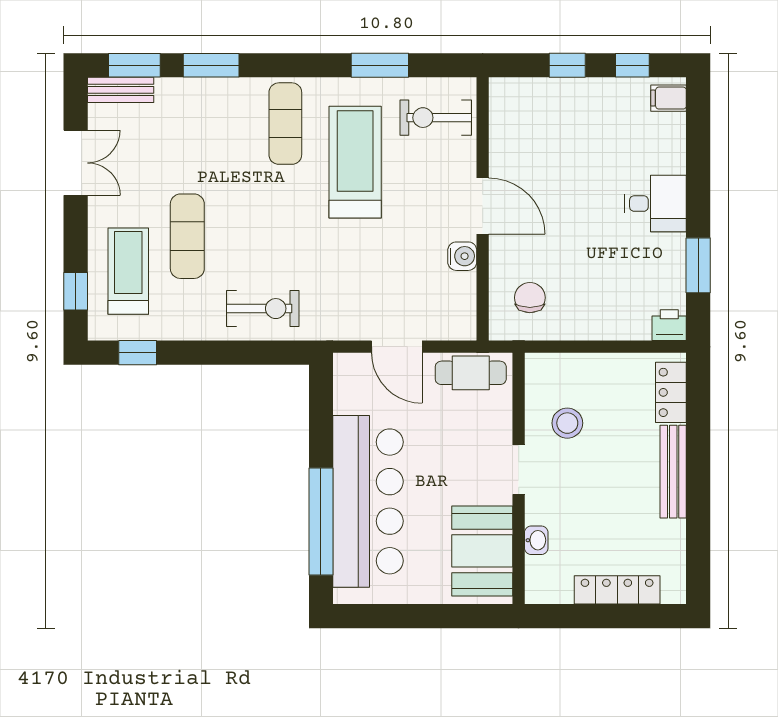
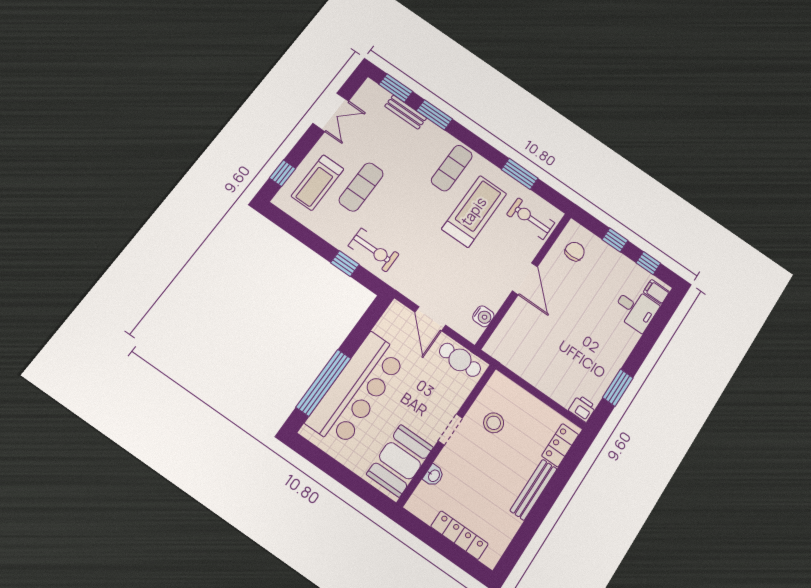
bench: (121, 90) -> (406, 112), moved
desk: (656, 204) -> (636, 309), moved
water cooler: (462, 256) -> (483, 316), moved
treadmill: (128, 271) -> (318, 183), turned 180
chair: (530, 298) -> (575, 251), moved
window: (138, 353) -> (345, 264), moved

